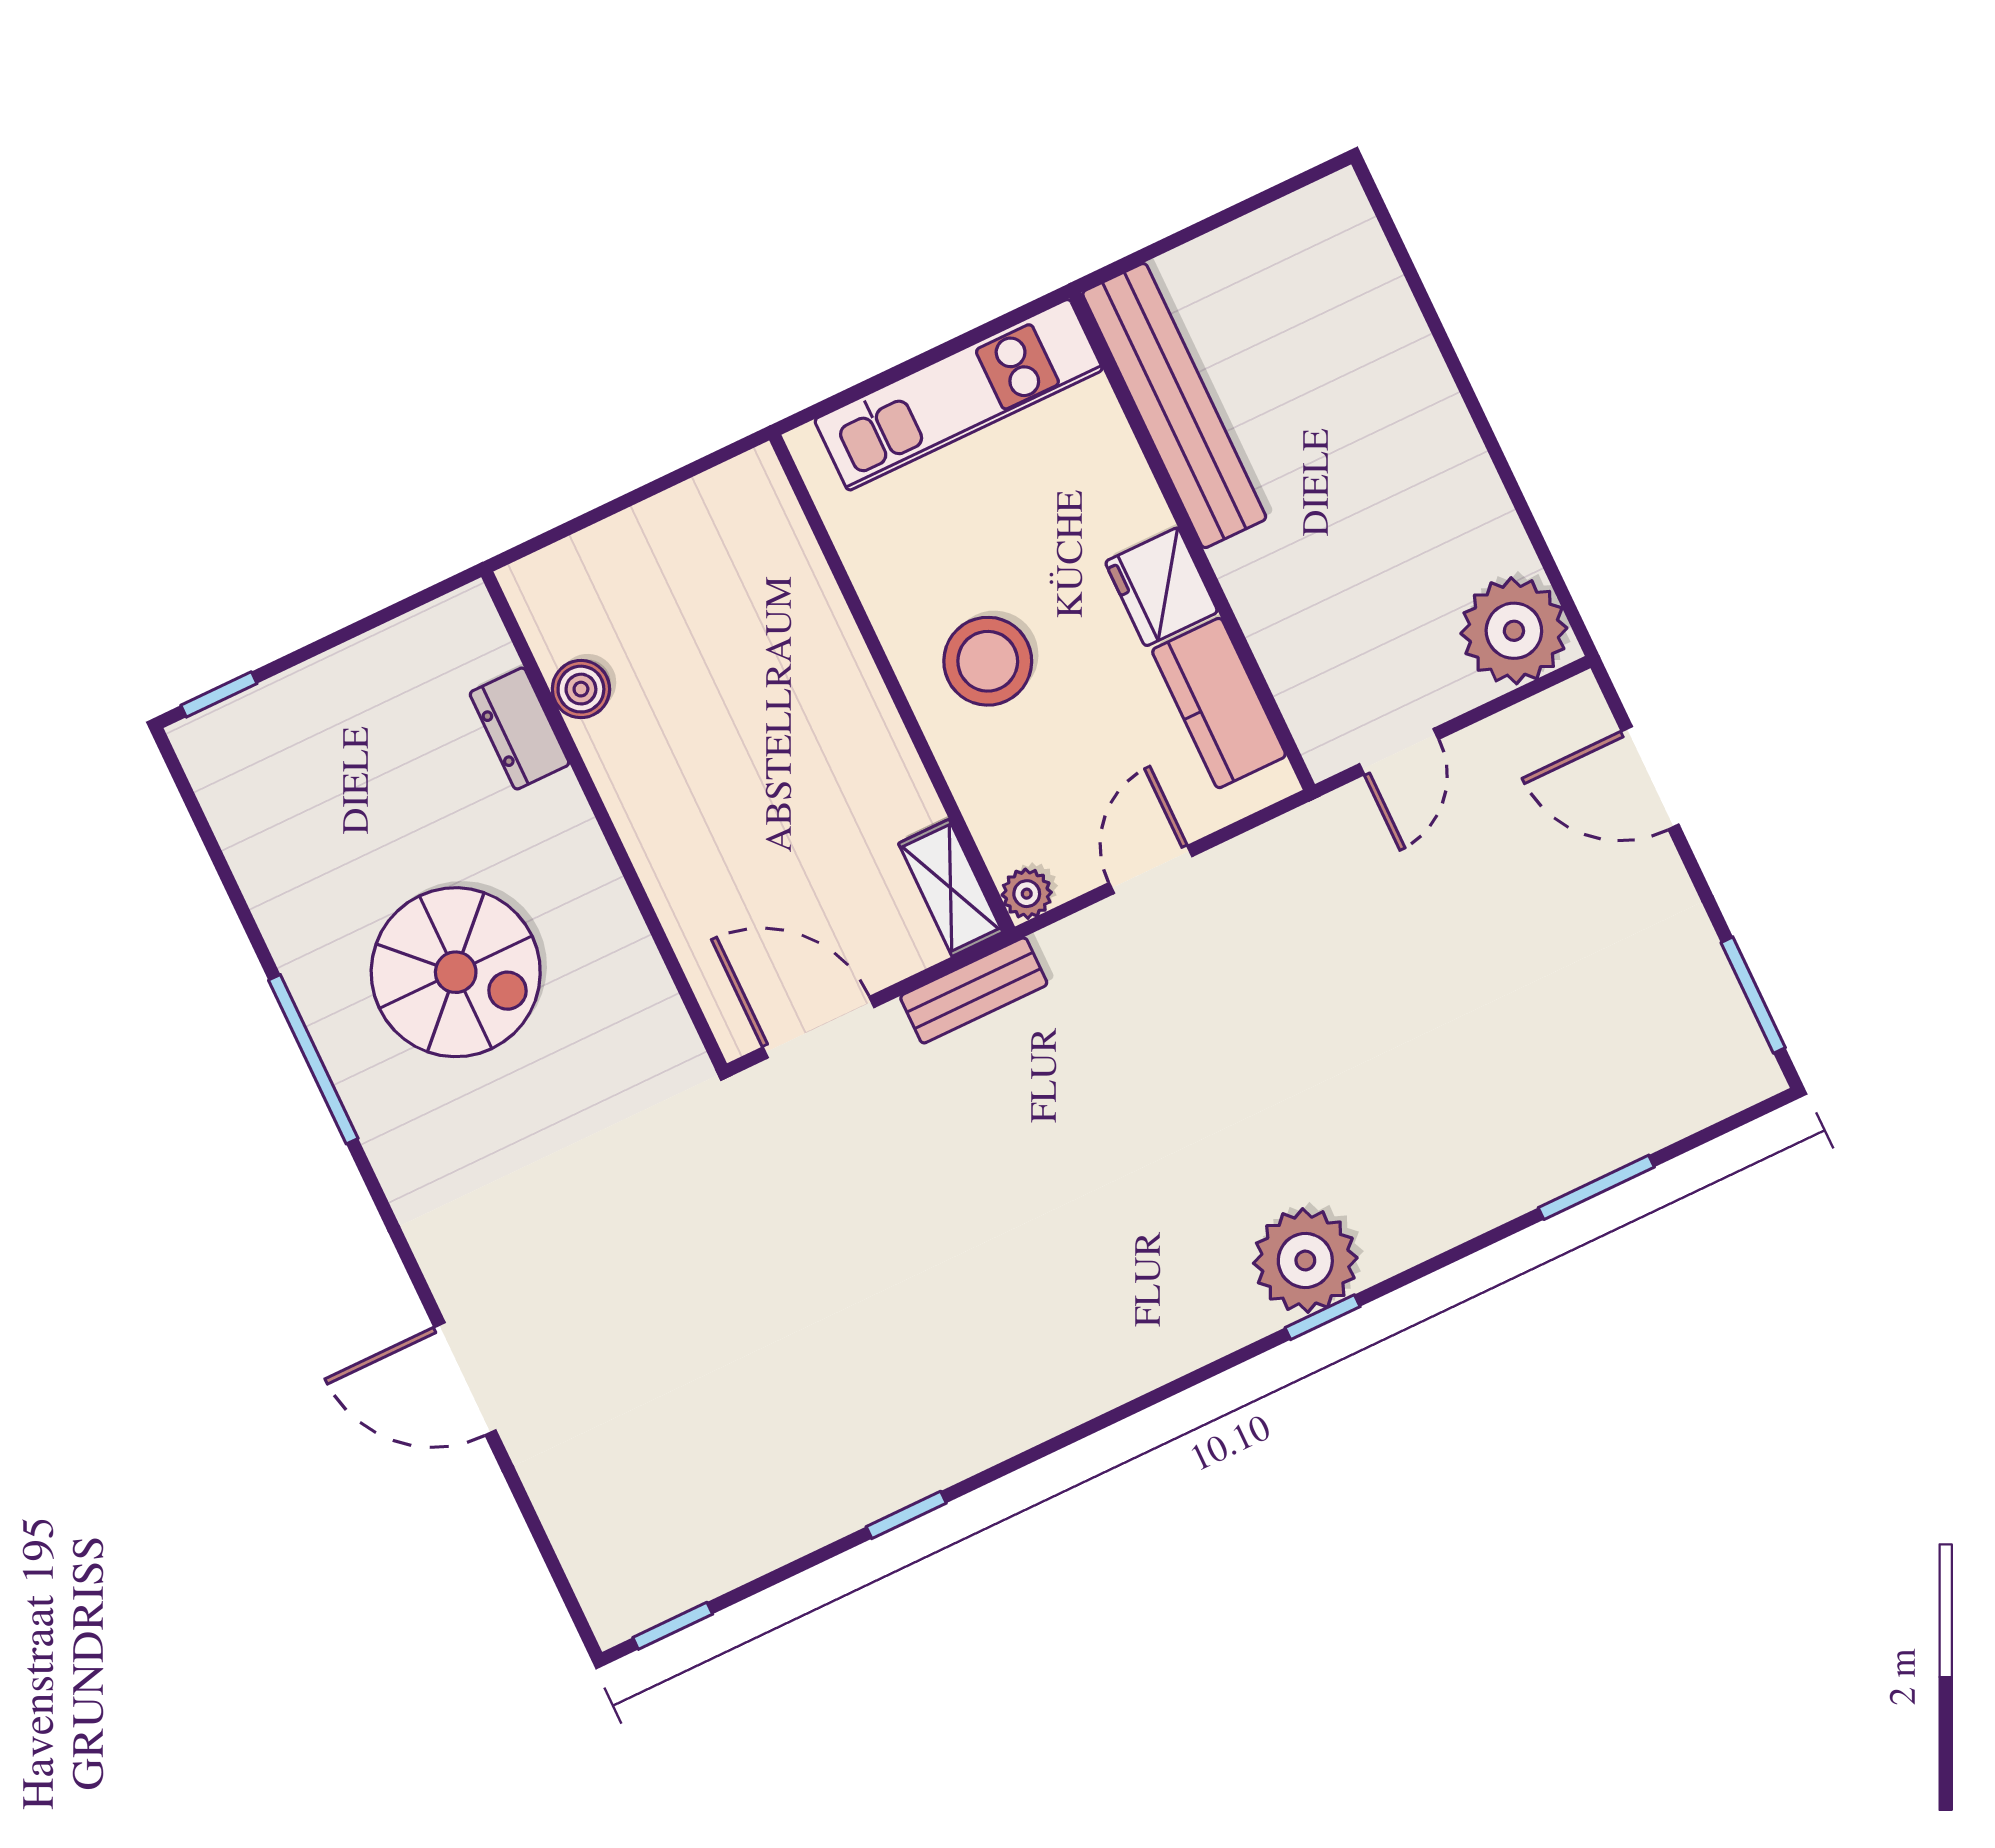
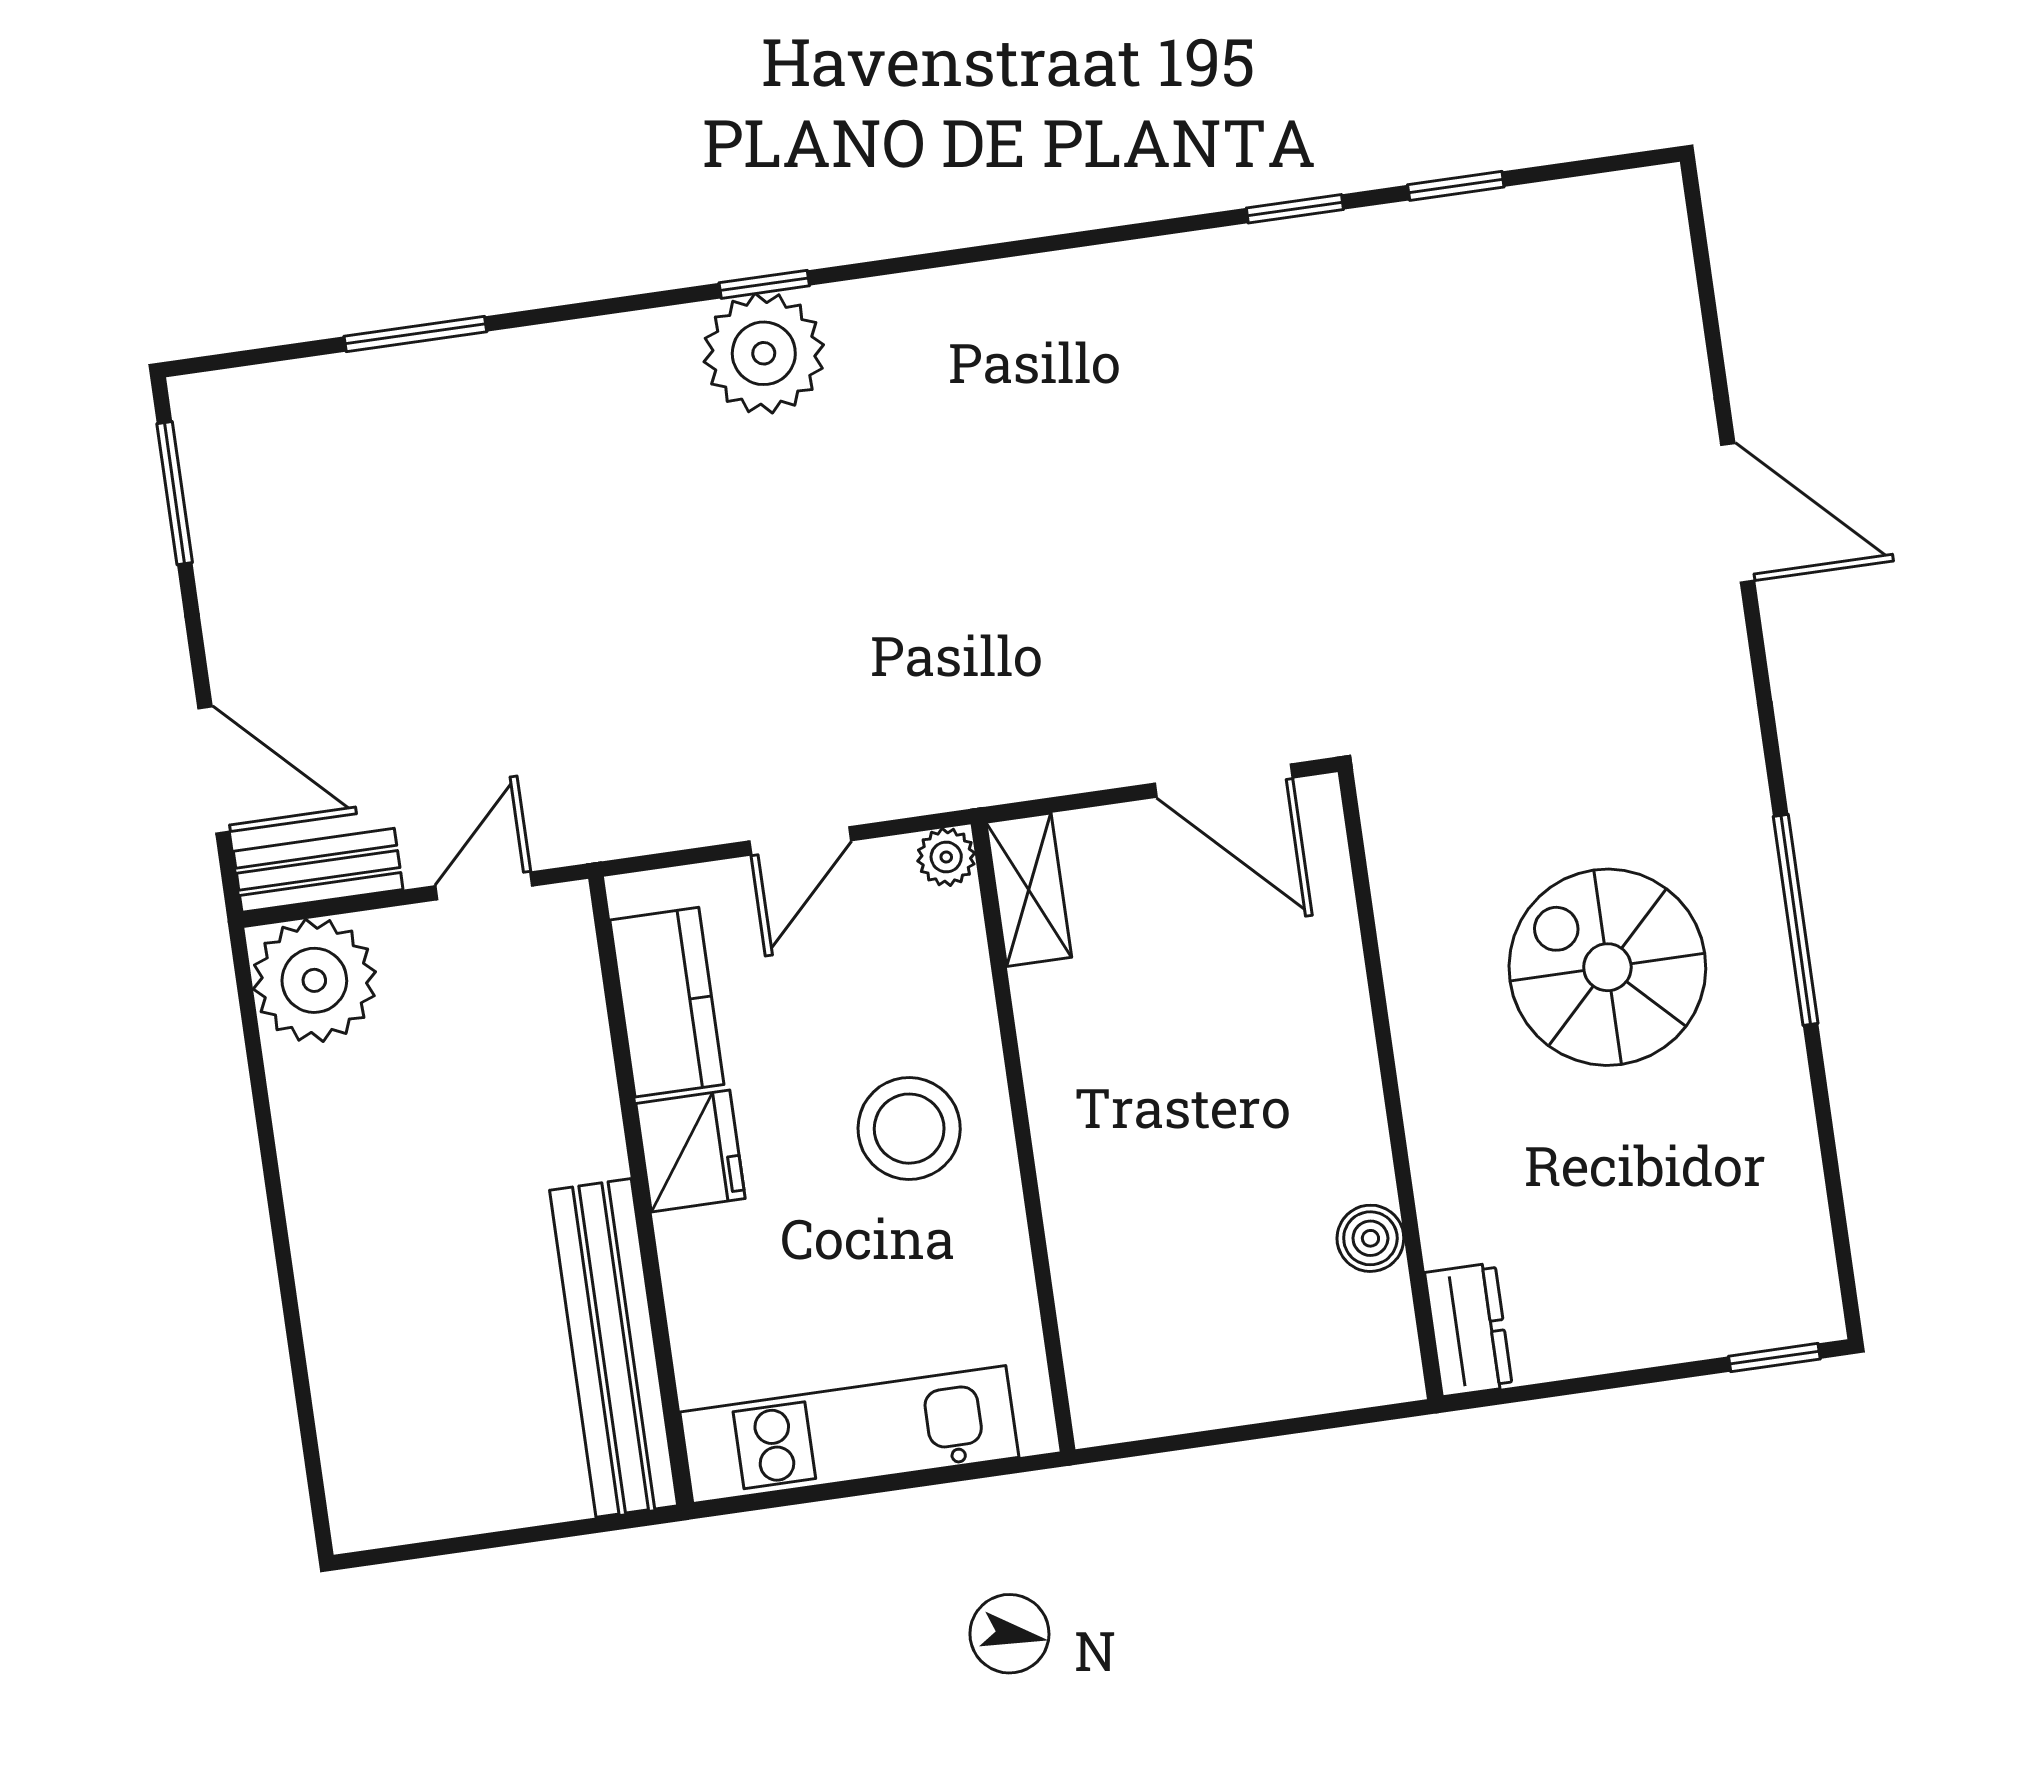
dresser: (520, 728) -> (1468, 1330), moved
bench: (974, 990) -> (318, 870), moved
window: (673, 1626) -> (1456, 186), moved

